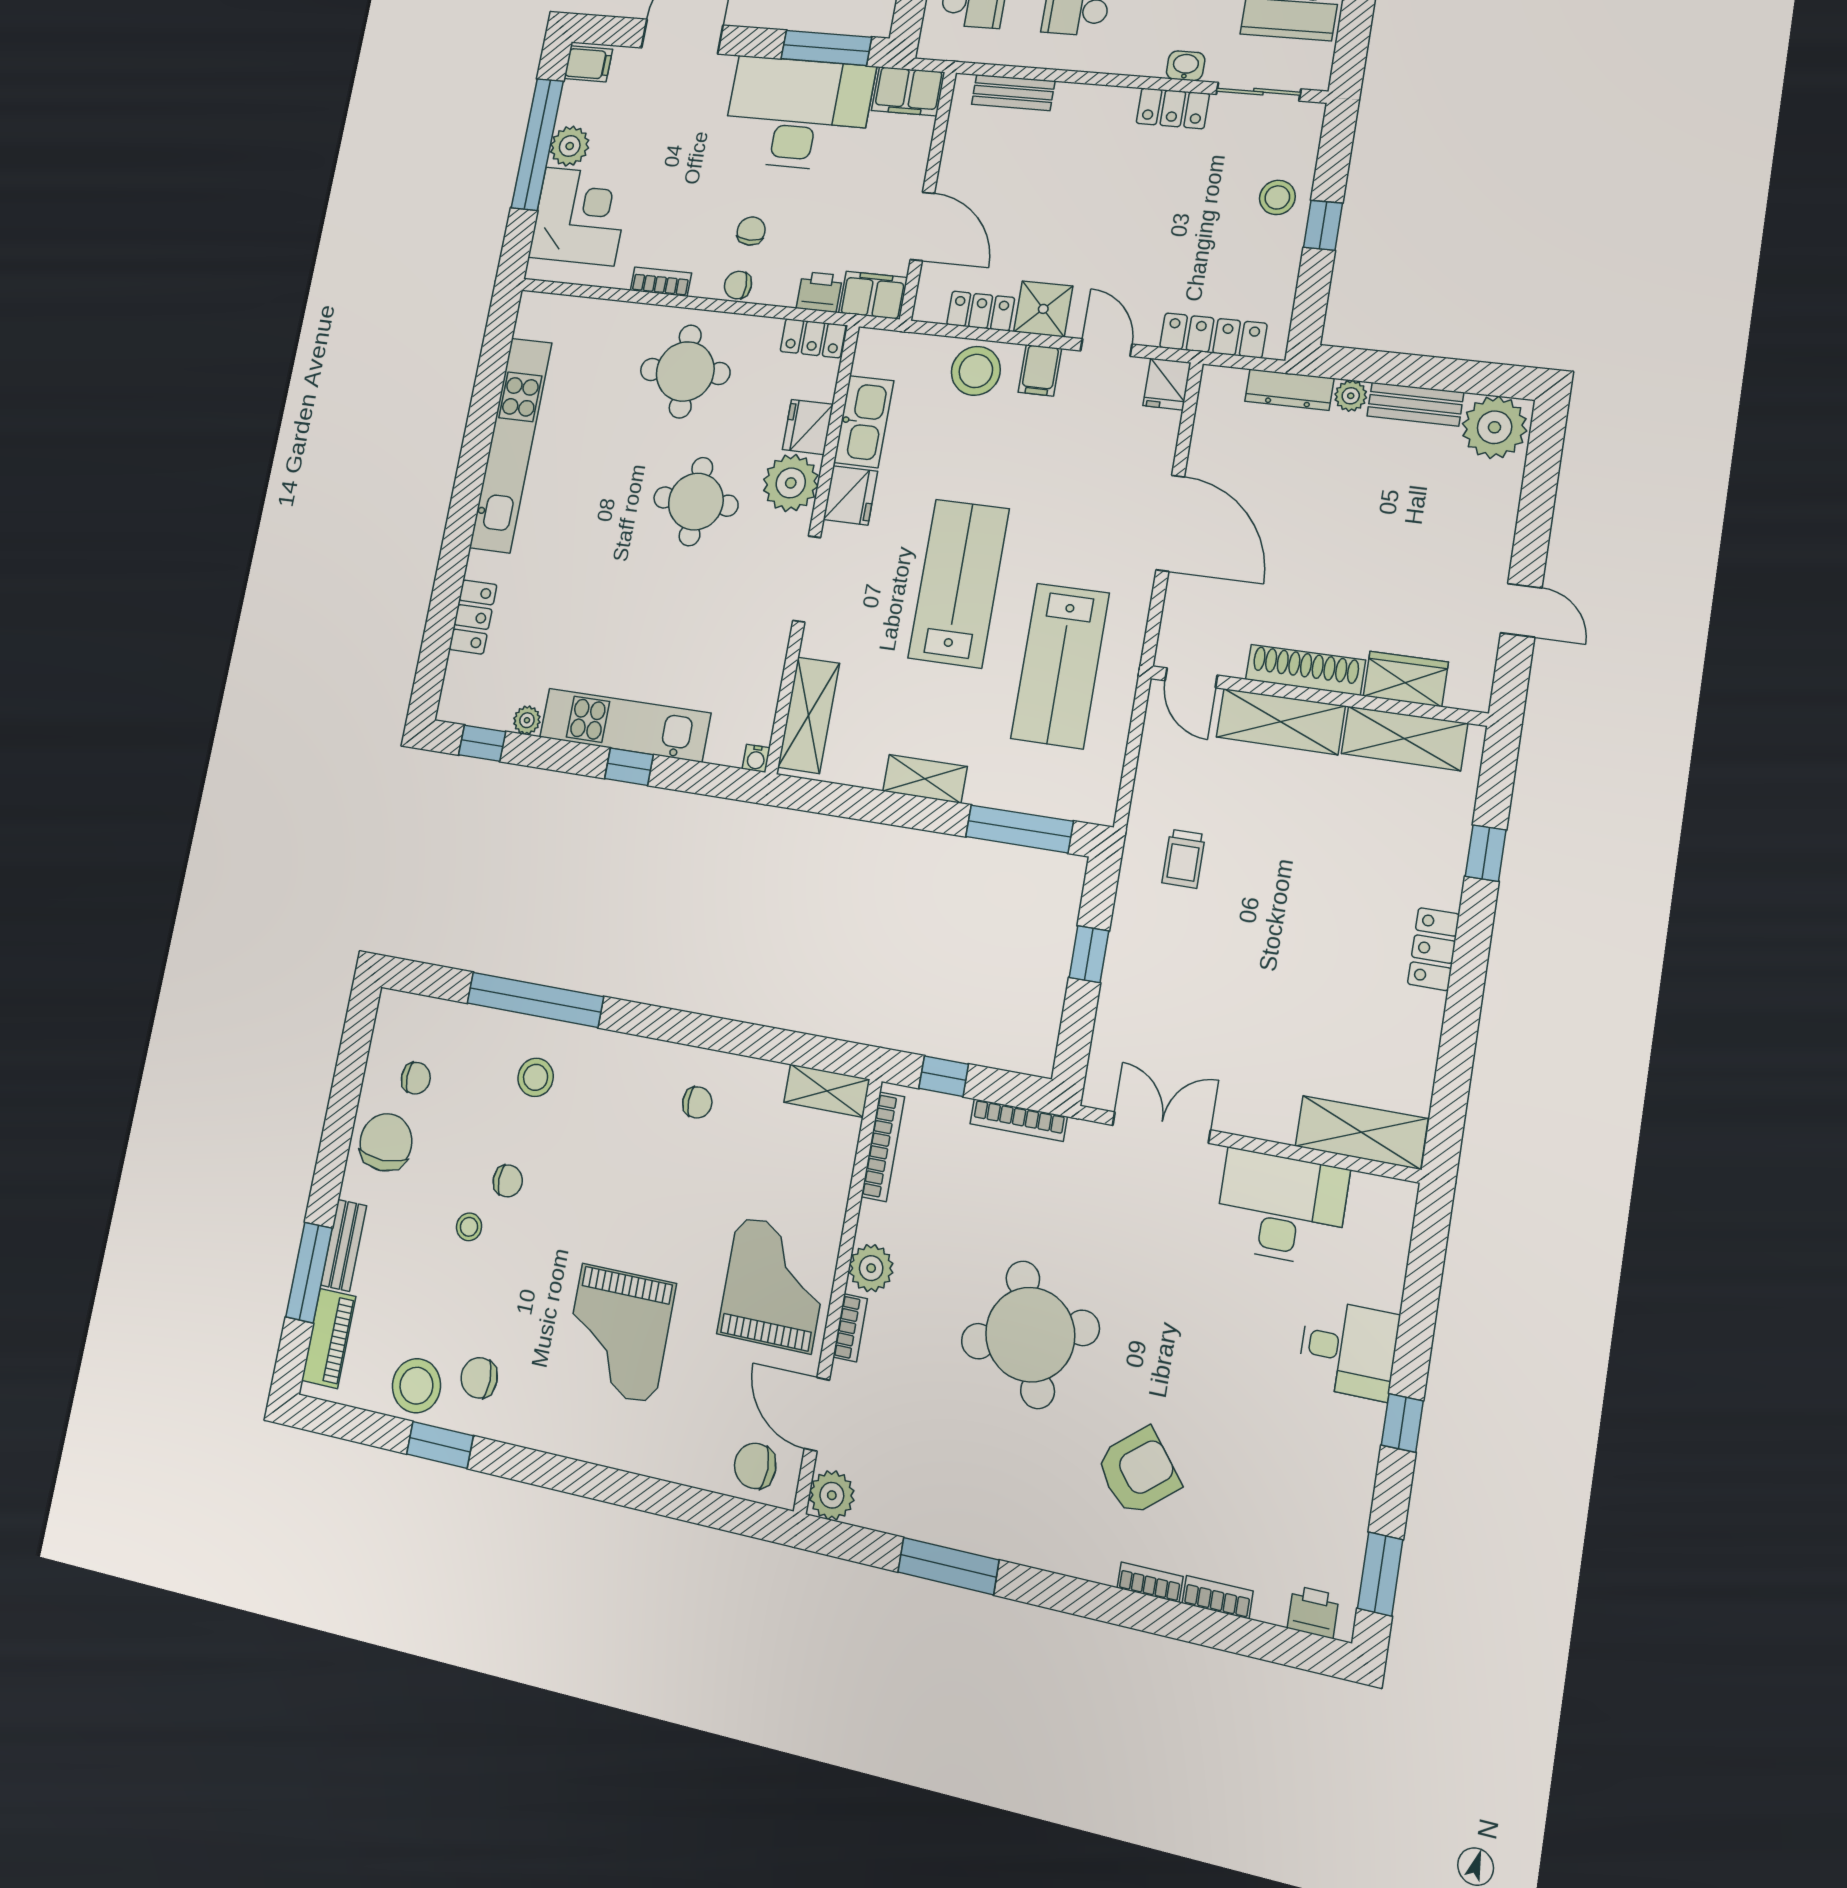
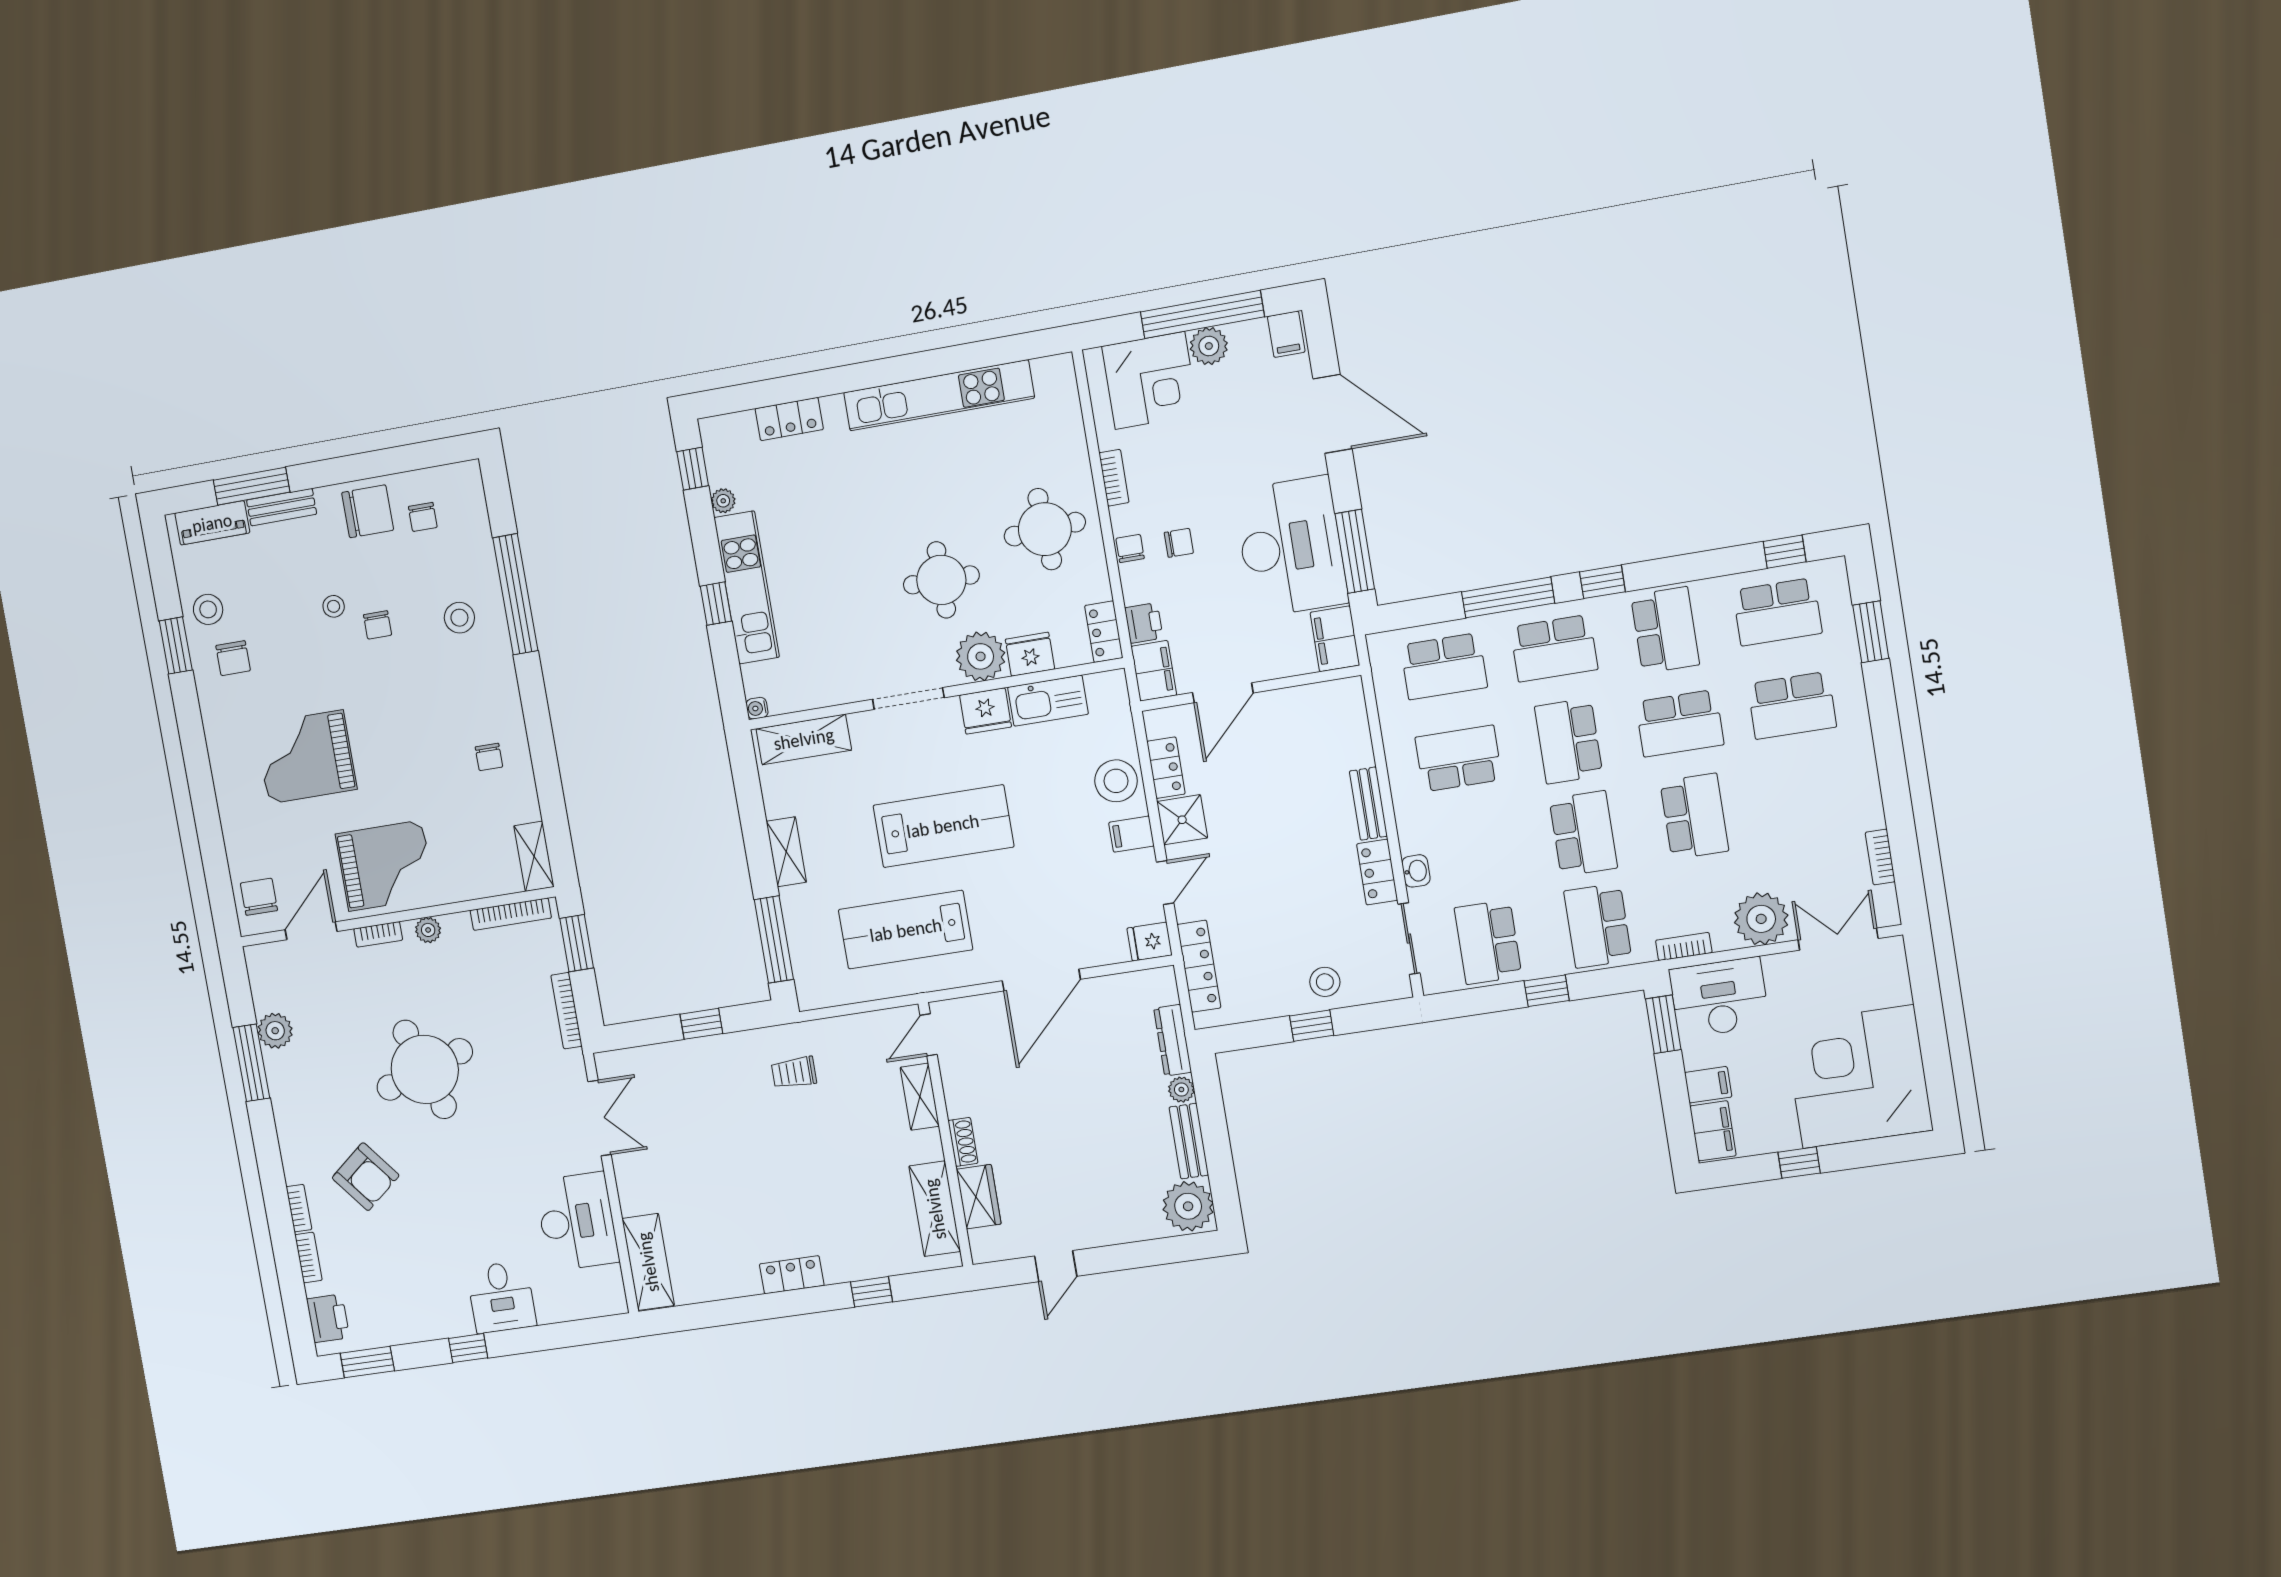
bench: (1013, 93) -> (1368, 804), moved
shoe rack: (1305, 670) -> (963, 1142), width x0.51, depth x0.81
shelving: (1281, 722) -> (920, 1097), width x0.67, depth x0.75
window: (944, 1076) -> (577, 943), width x1.50
plant: (871, 1268) -> (428, 930), width x0.73, depth x0.73
chair: (479, 1378) -> (233, 658), turned 180
stool: (416, 1386) -> (208, 609), width x0.73, depth x0.73
plant: (832, 1495) -> (275, 1031), moved
printer: (1313, 1612) -> (328, 1318), width x1.36, depth x1.24

